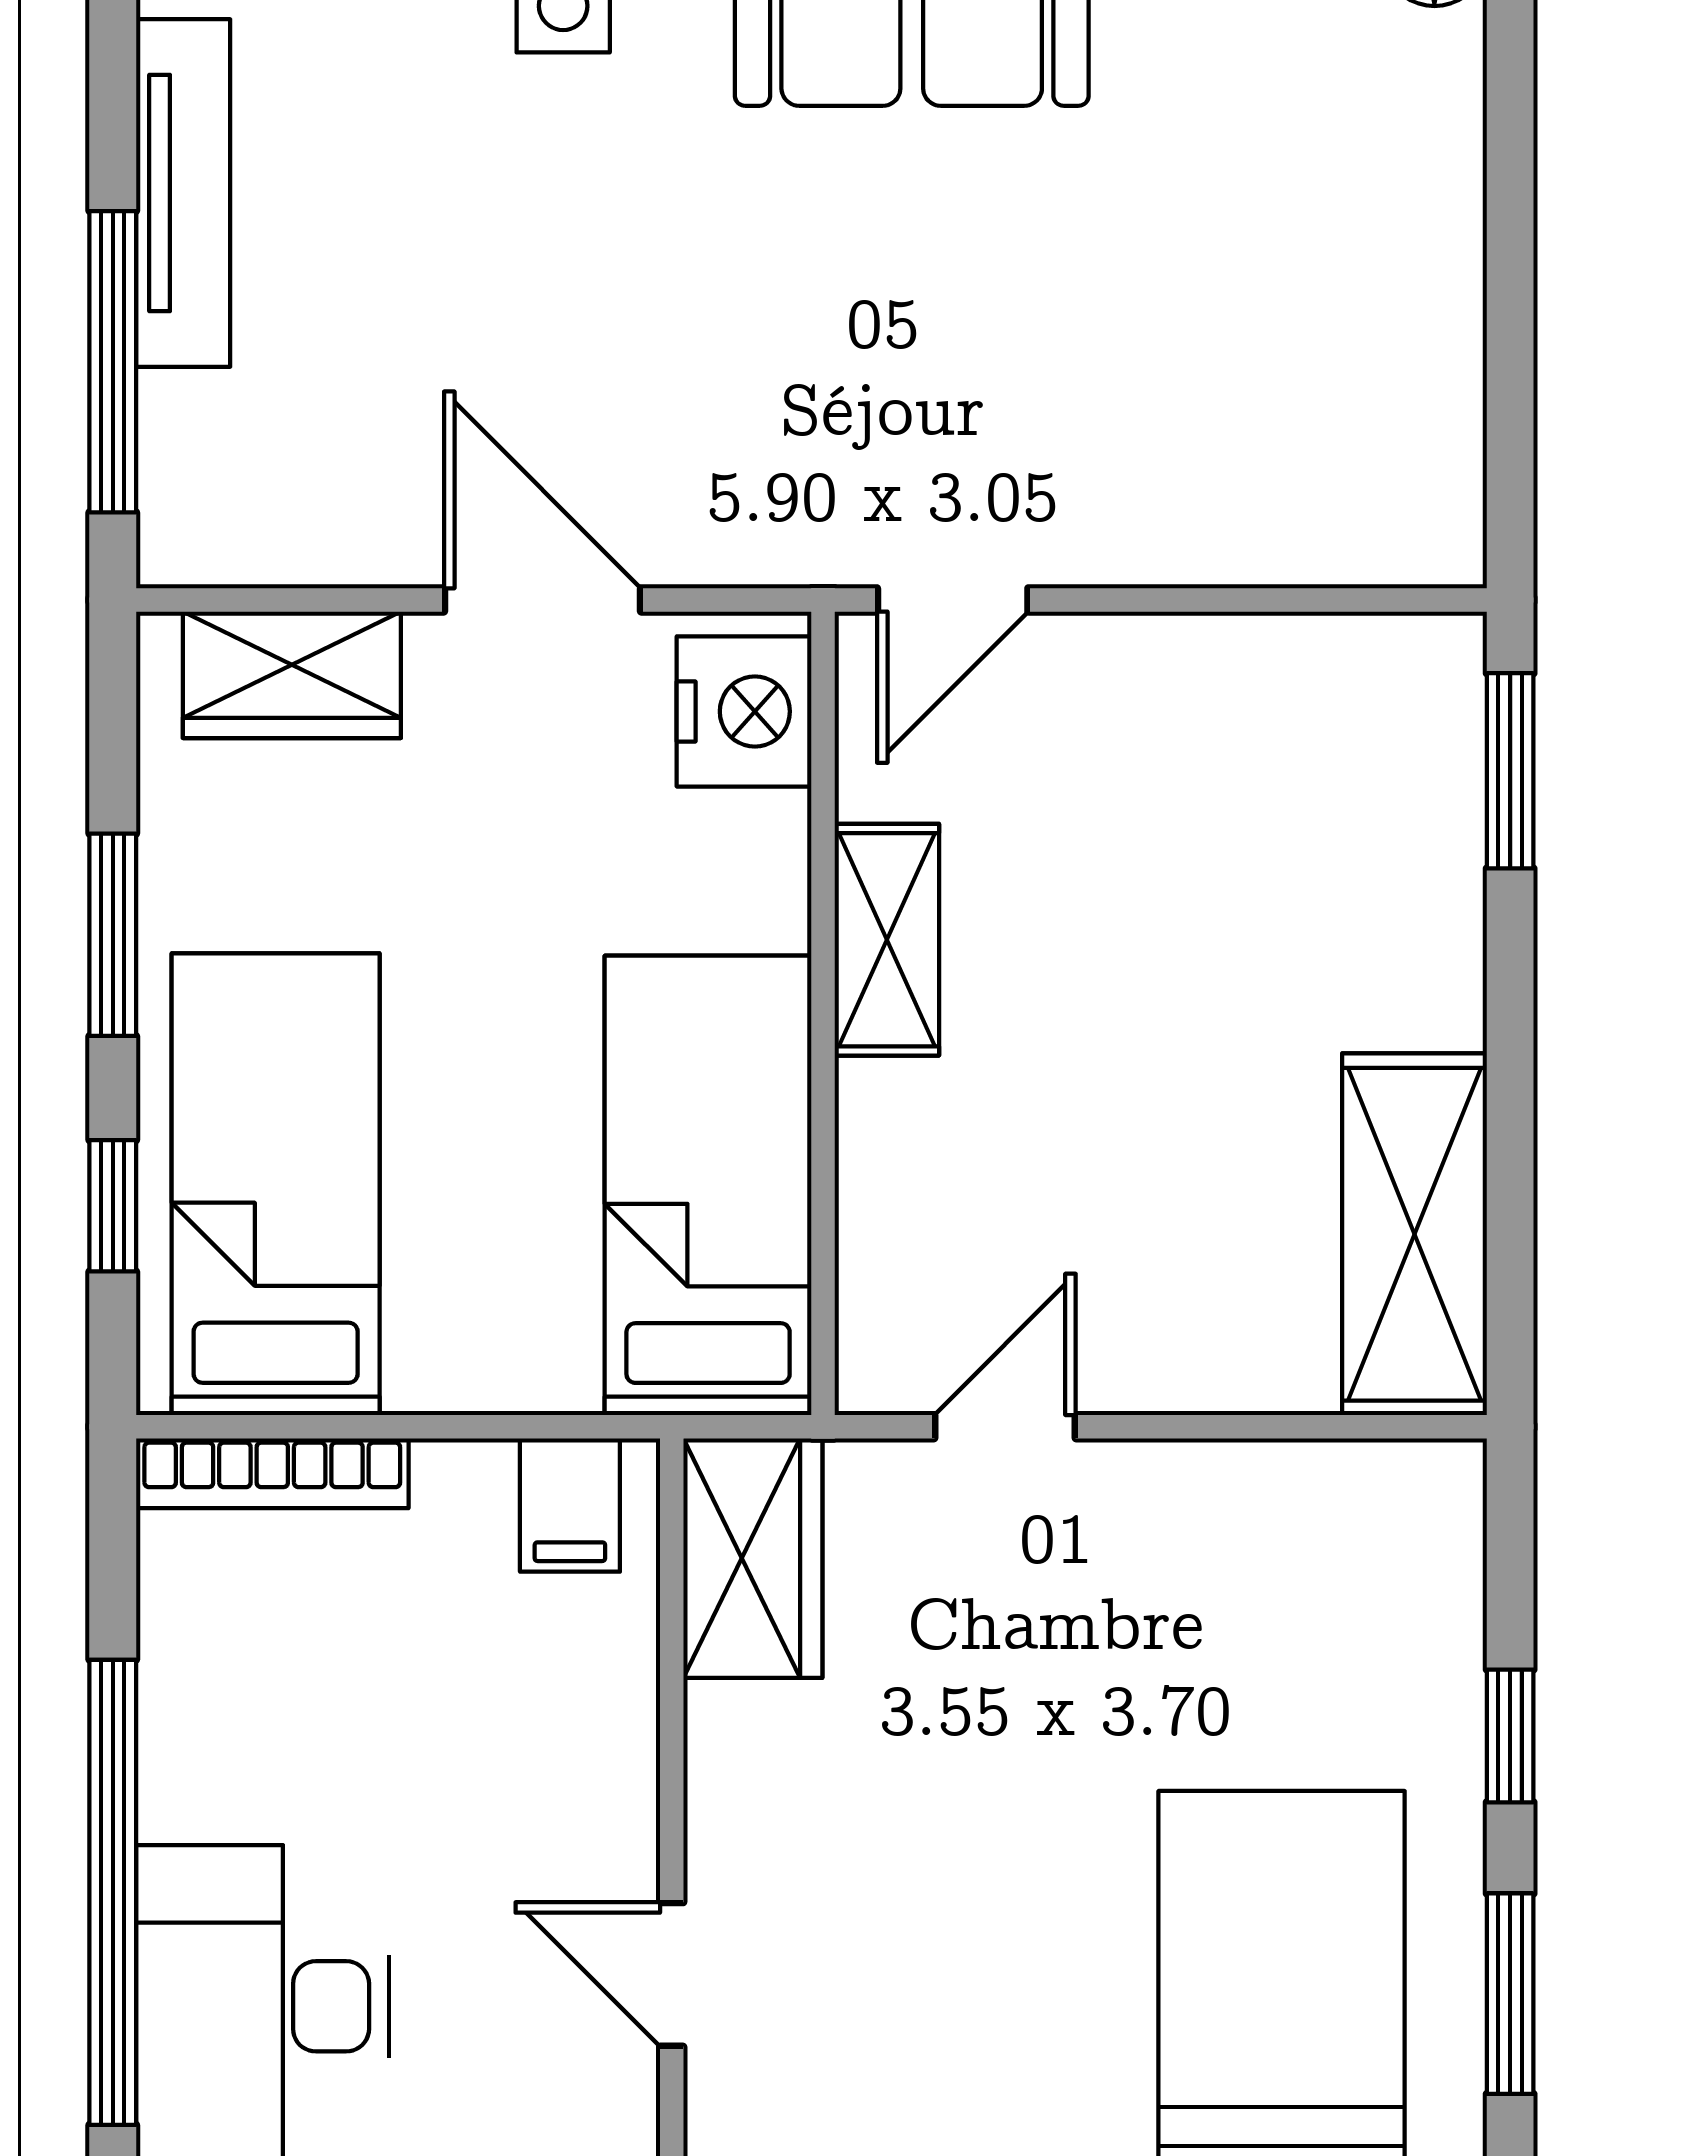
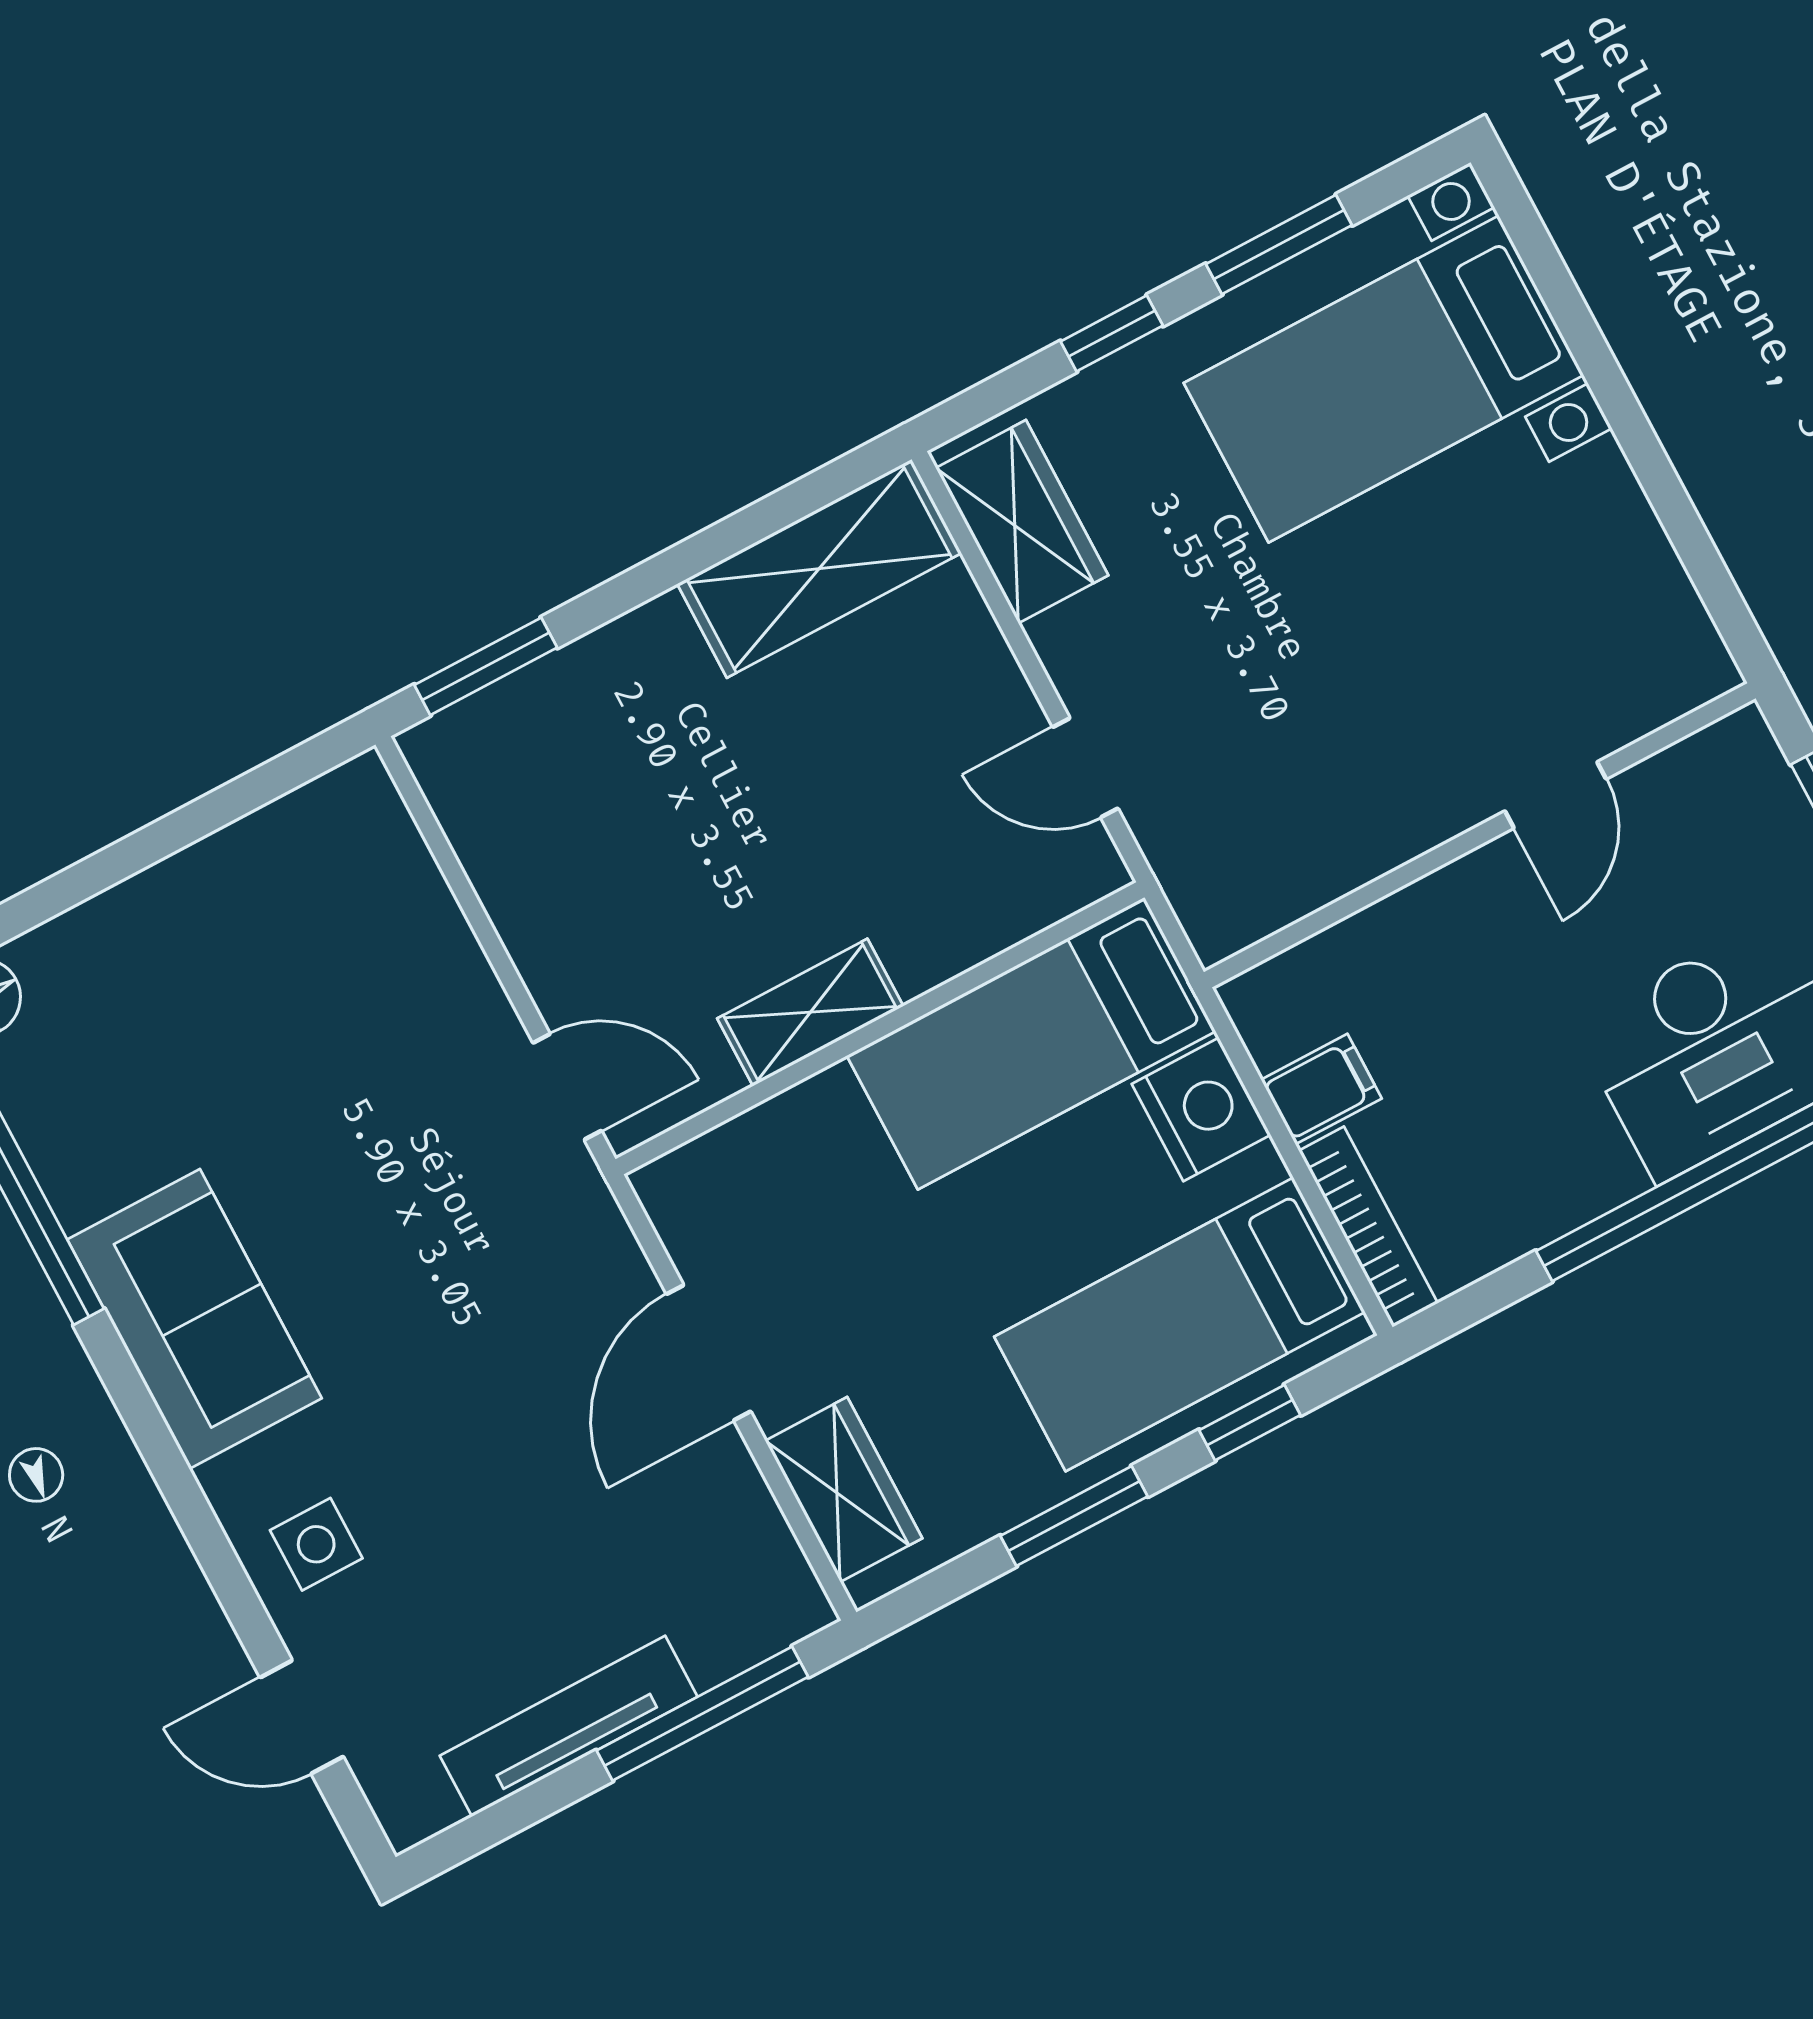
nightstand: (744, 711) -> (1201, 1109), moved, turned 90
filing cabinet: (570, 1505) -> (1321, 1089), moved
wardrobe: (753, 1558) -> (1022, 522), moved, turned 90

